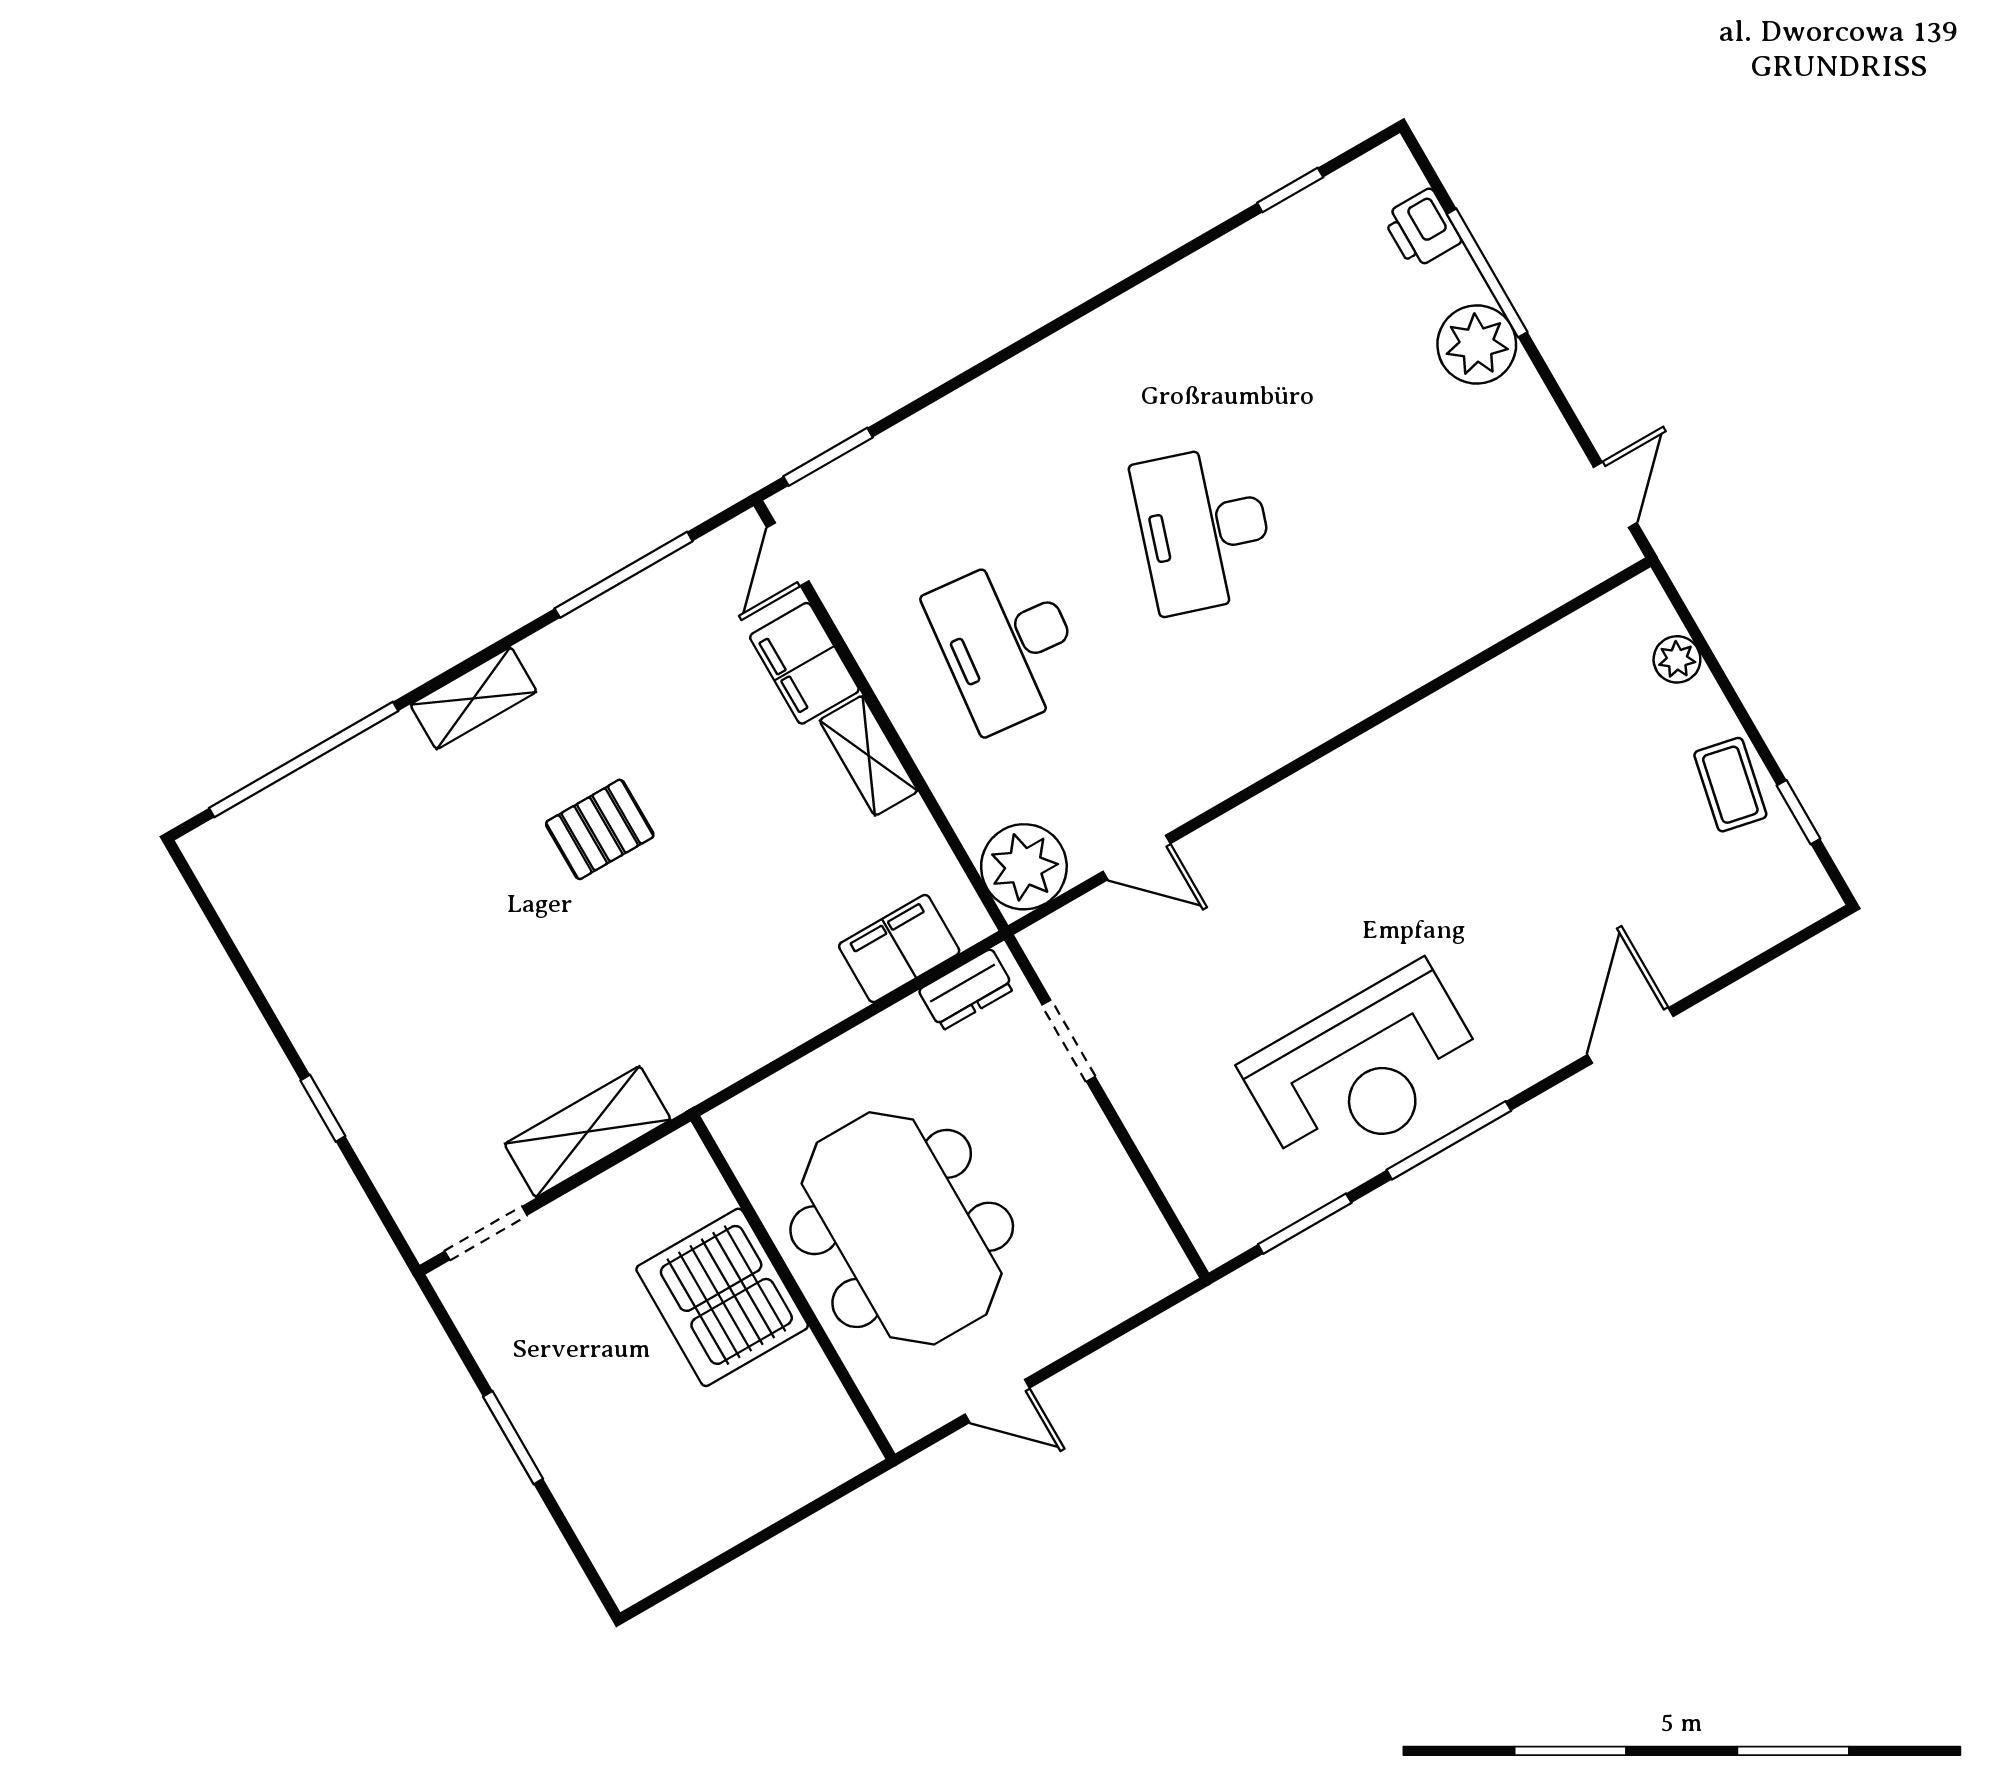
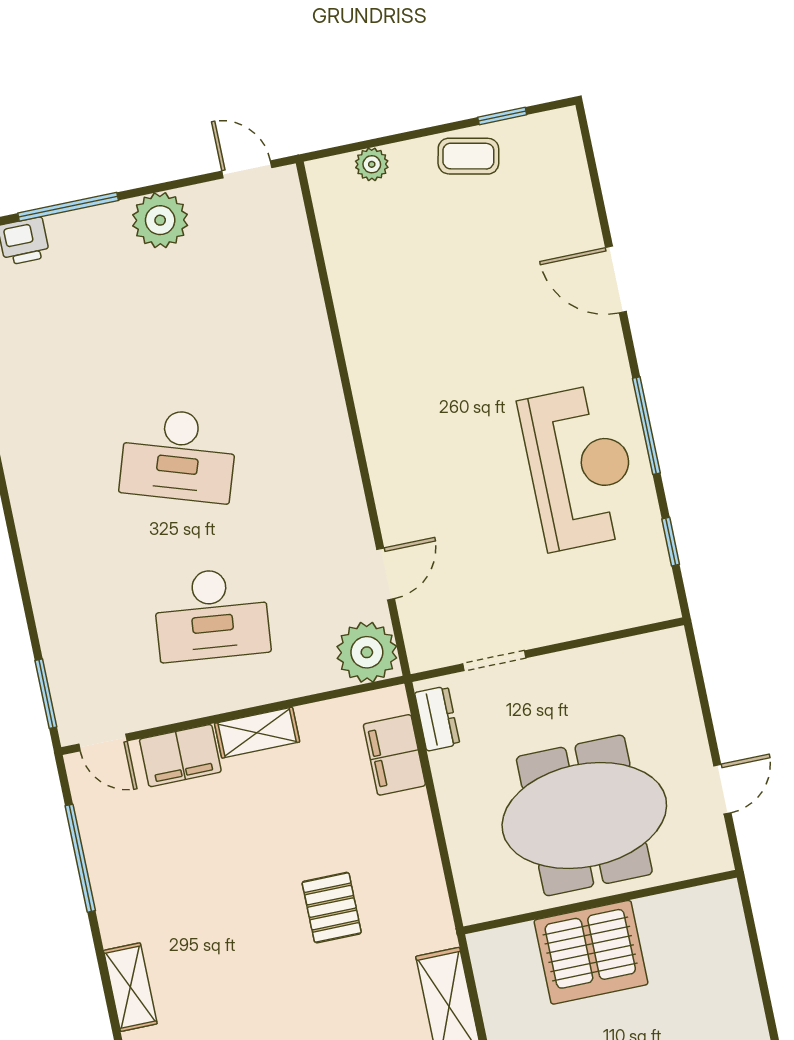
plant: (1477, 345) -> (160, 220), moved
pallet: (600, 829) -> (332, 908), moved
window: (1305, 1224) -> (671, 542), width x0.67

